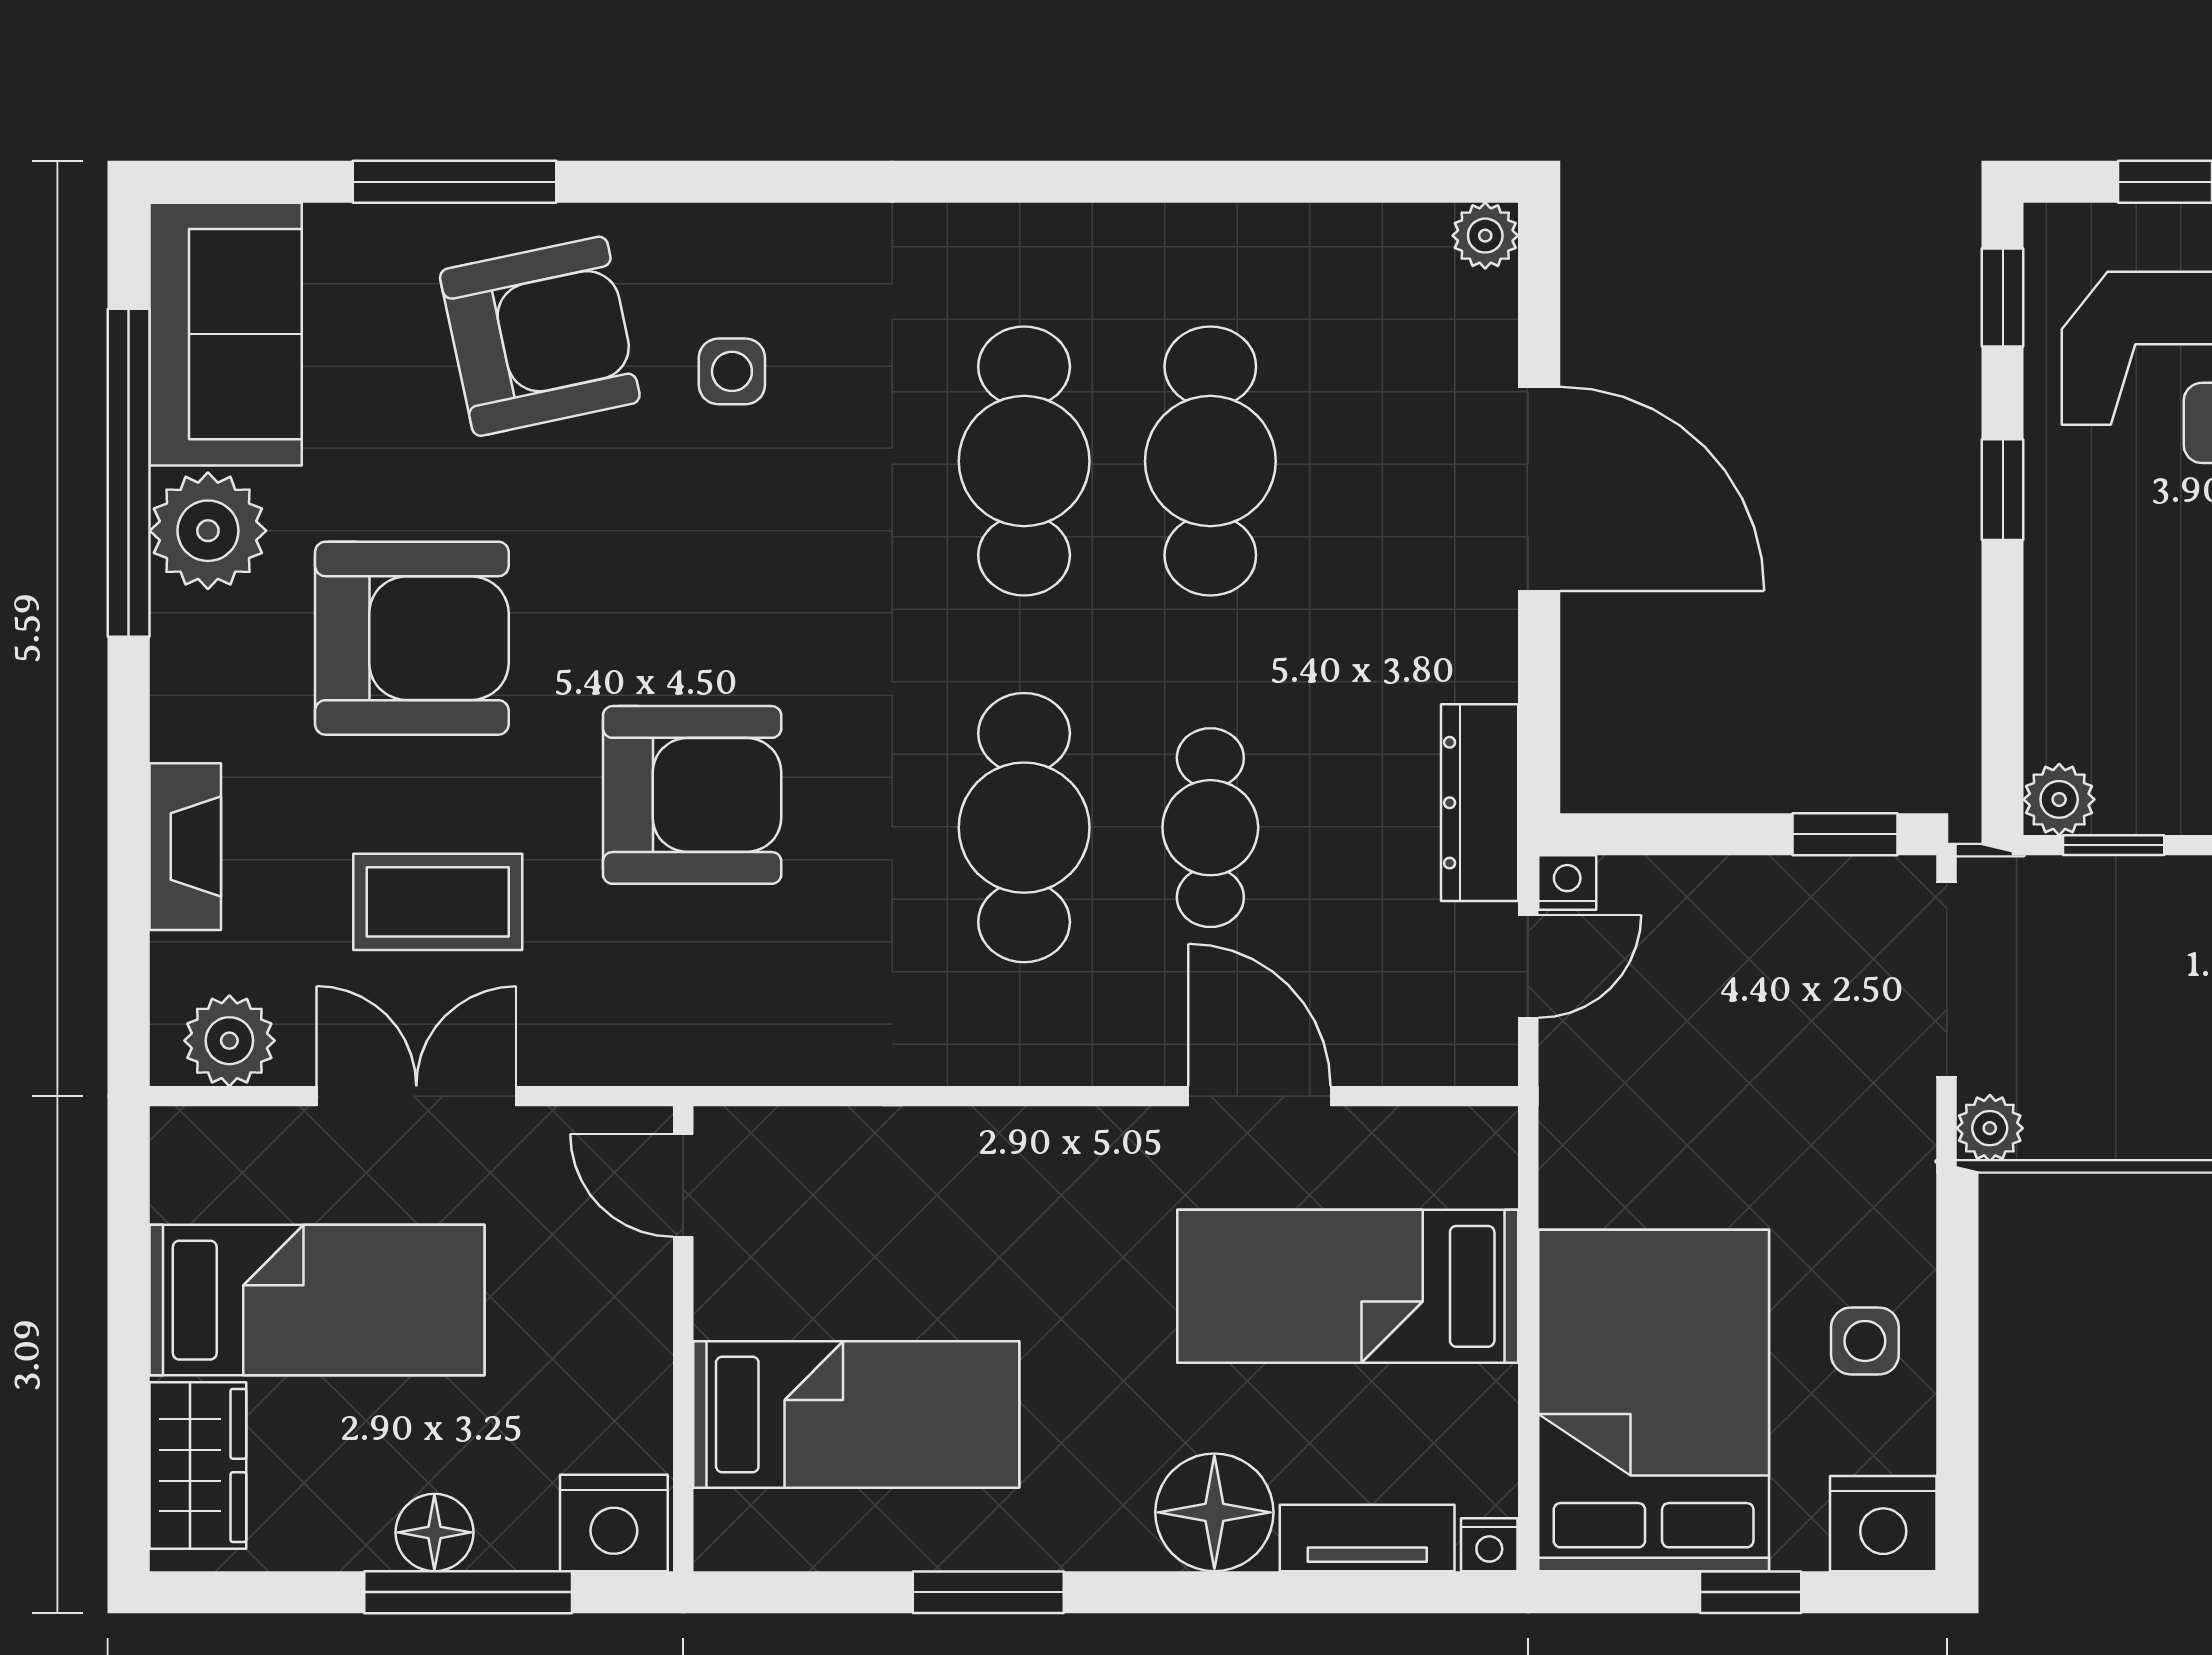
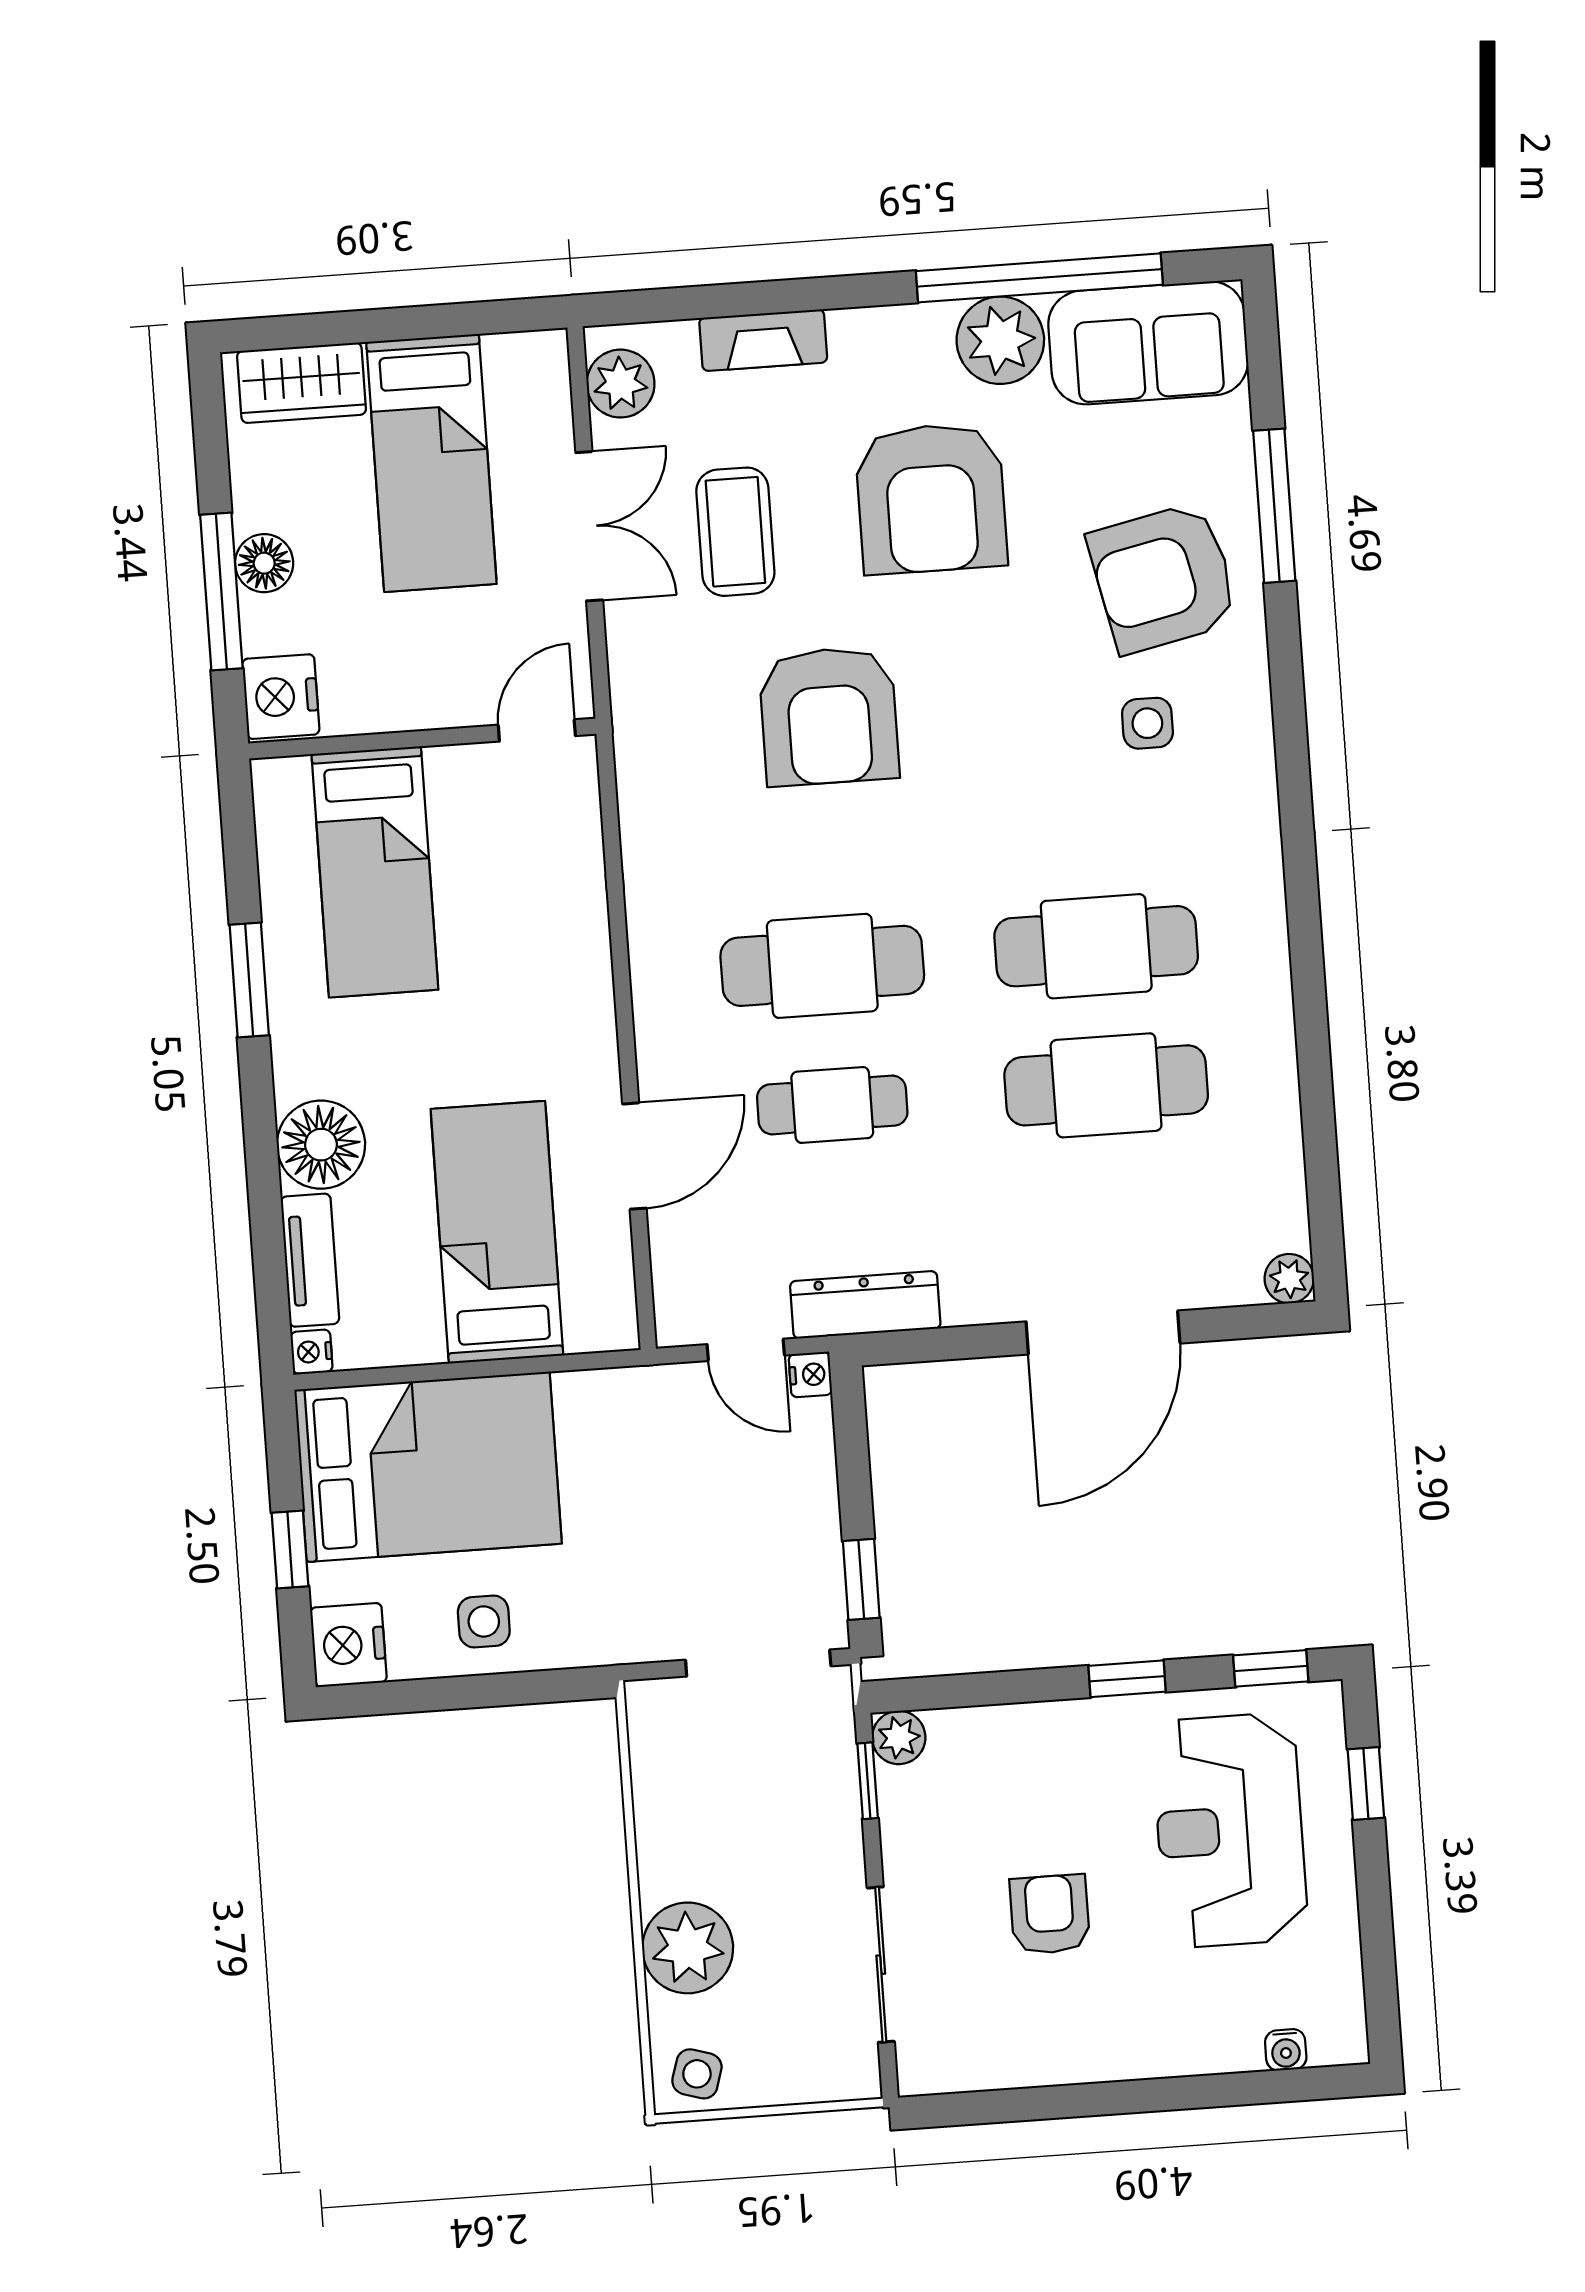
armchair: (540, 336) -> (1163, 578), turned 90
plant: (1990, 1128) -> (649, 1703), removed

